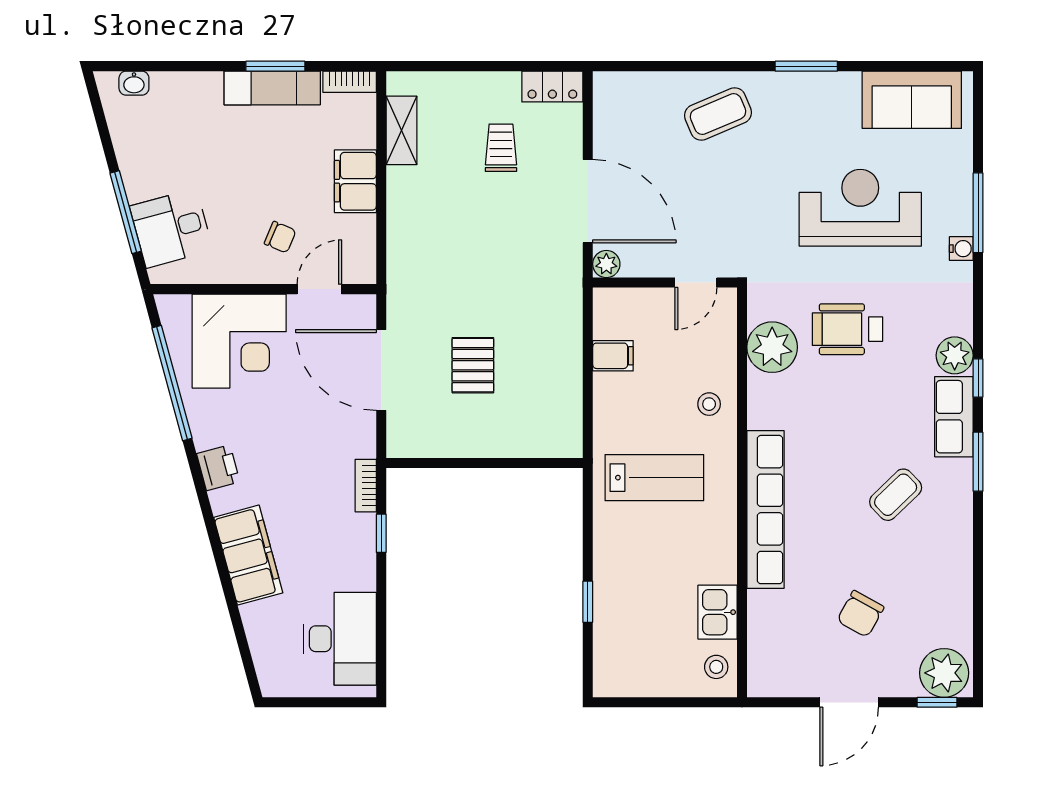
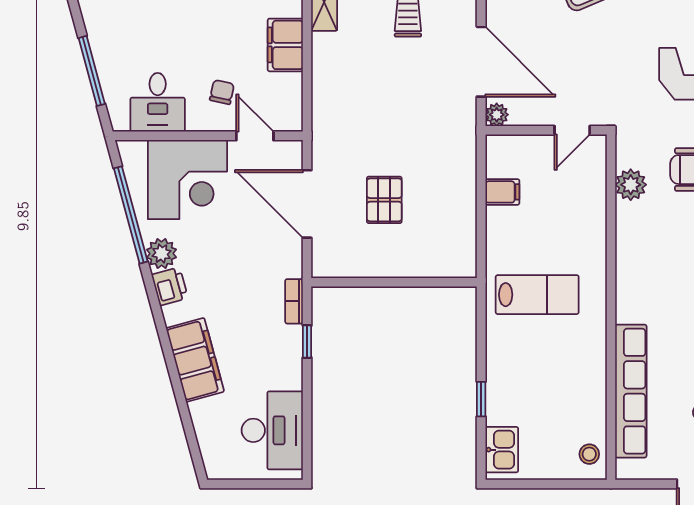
desk: (171, 228) -> (158, 102), moved, turned -75
chair: (280, 237) -> (222, 92), turned -101
door: (319, 289) -> (255, 136), hinge flipped
plant: (772, 347) -> (631, 185), width x0.73, depth x0.73
stool: (709, 404) -> (583, 233), removed
plant: (208, 429) -> (162, 254), added
row of seats: (766, 510) -> (631, 391), moved
kitchen sink: (717, 612) -> (502, 450), moved, turned 180

